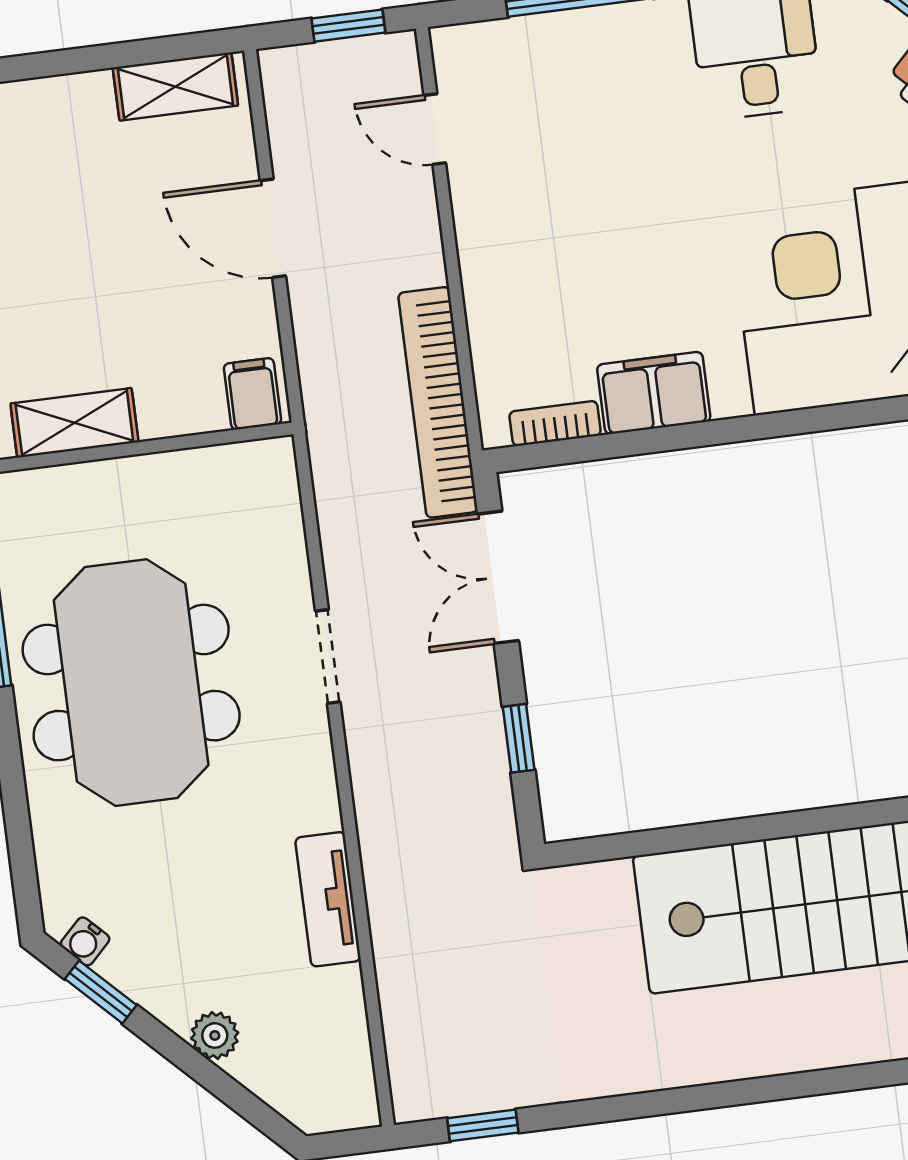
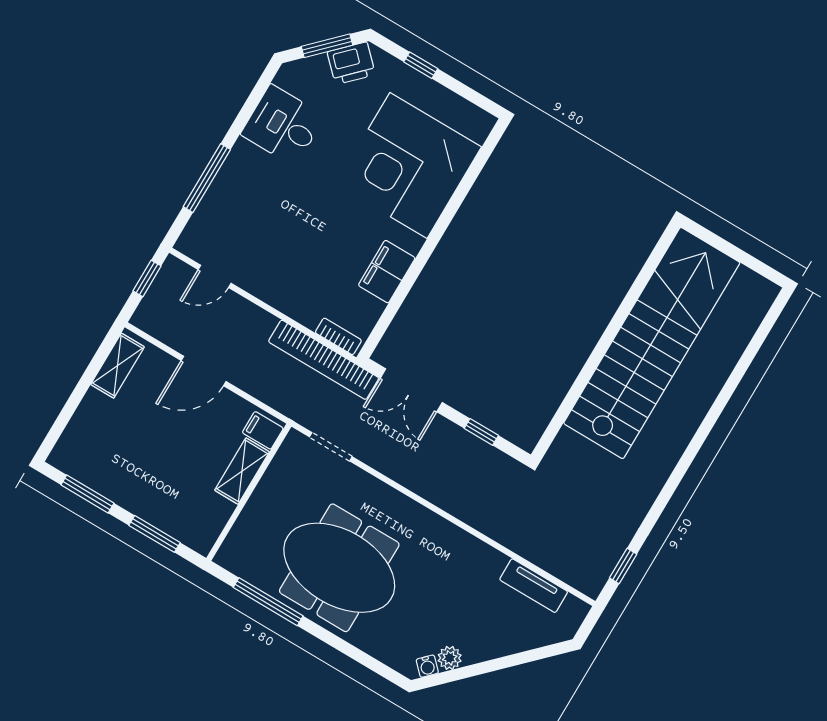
shelving: (74, 423) -> (242, 471), moved
bookcase: (555, 423) -> (338, 336), moved, turned 90
doorway: (328, 656) -> (331, 447), moved
tv unit: (328, 899) -> (534, 586), moved
window: (101, 992) -> (452, 676), removed
plant: (215, 1035) -> (450, 658), moved

